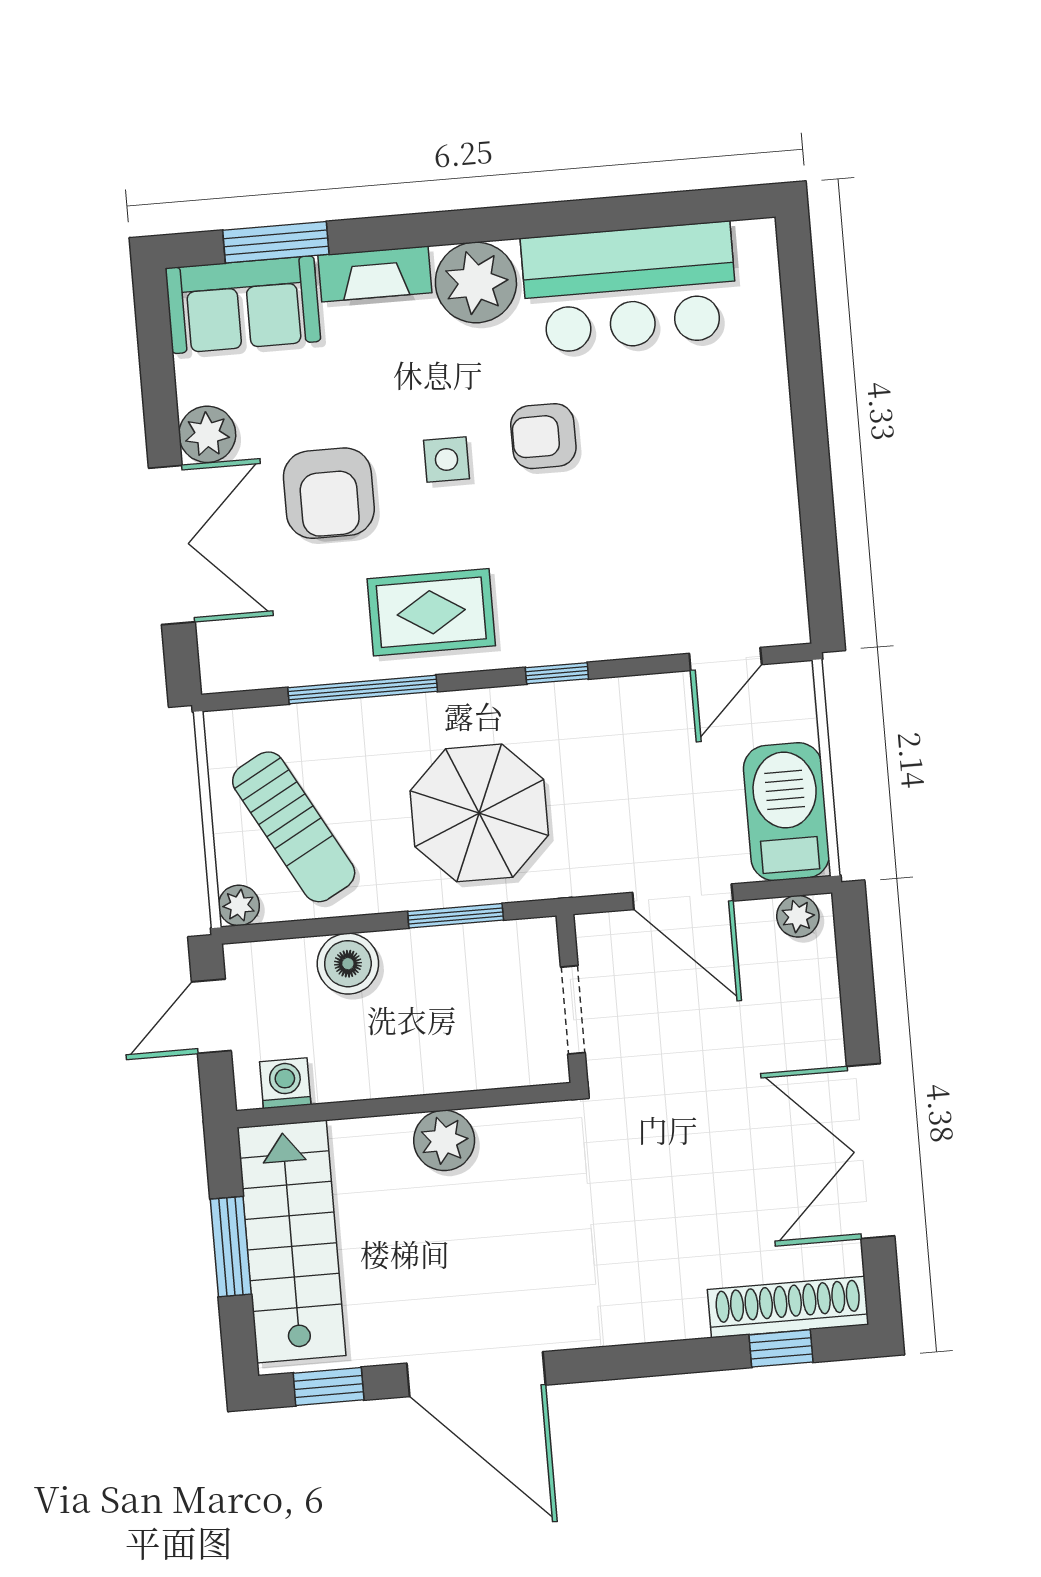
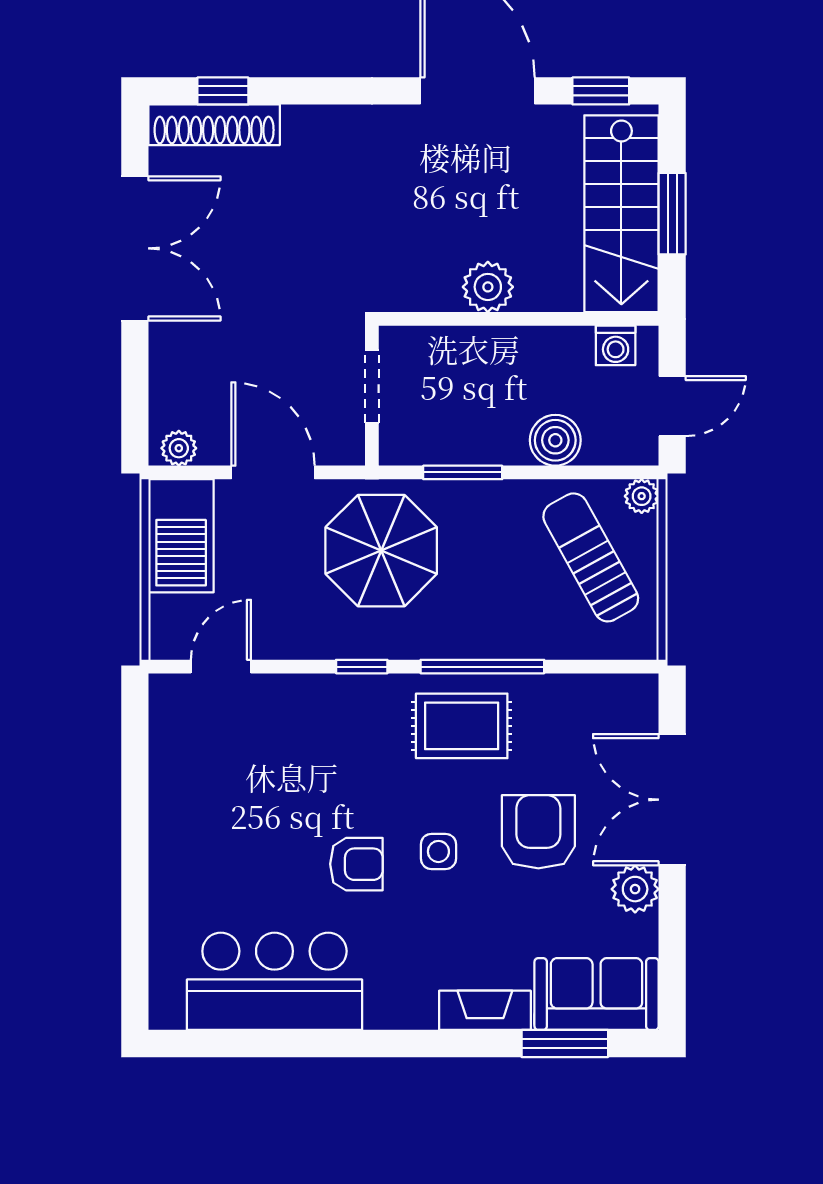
plant: (476, 282) -> (402, 996), removed
window: (363, 690) -> (482, 667), moved
parasol: (479, 813) -> (381, 551), moved

